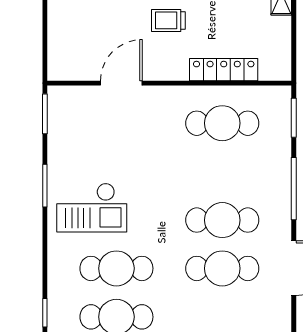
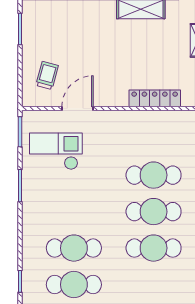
trolley: (168, 20) -> (47, 75), moved, turned 105
cafe table: (222, 123) -> (154, 175), moved
checkout: (92, 208) -> (56, 151), moved, turned 180

